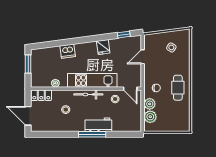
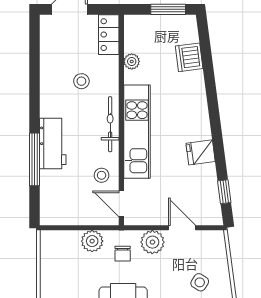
dishwasher: (68, 51) -> (189, 57), moved
door: (130, 89) -> (121, 204), hinge flipped
plant: (150, 117) -> (152, 242), moved
window: (92, 134) -> (34, 159), moved

